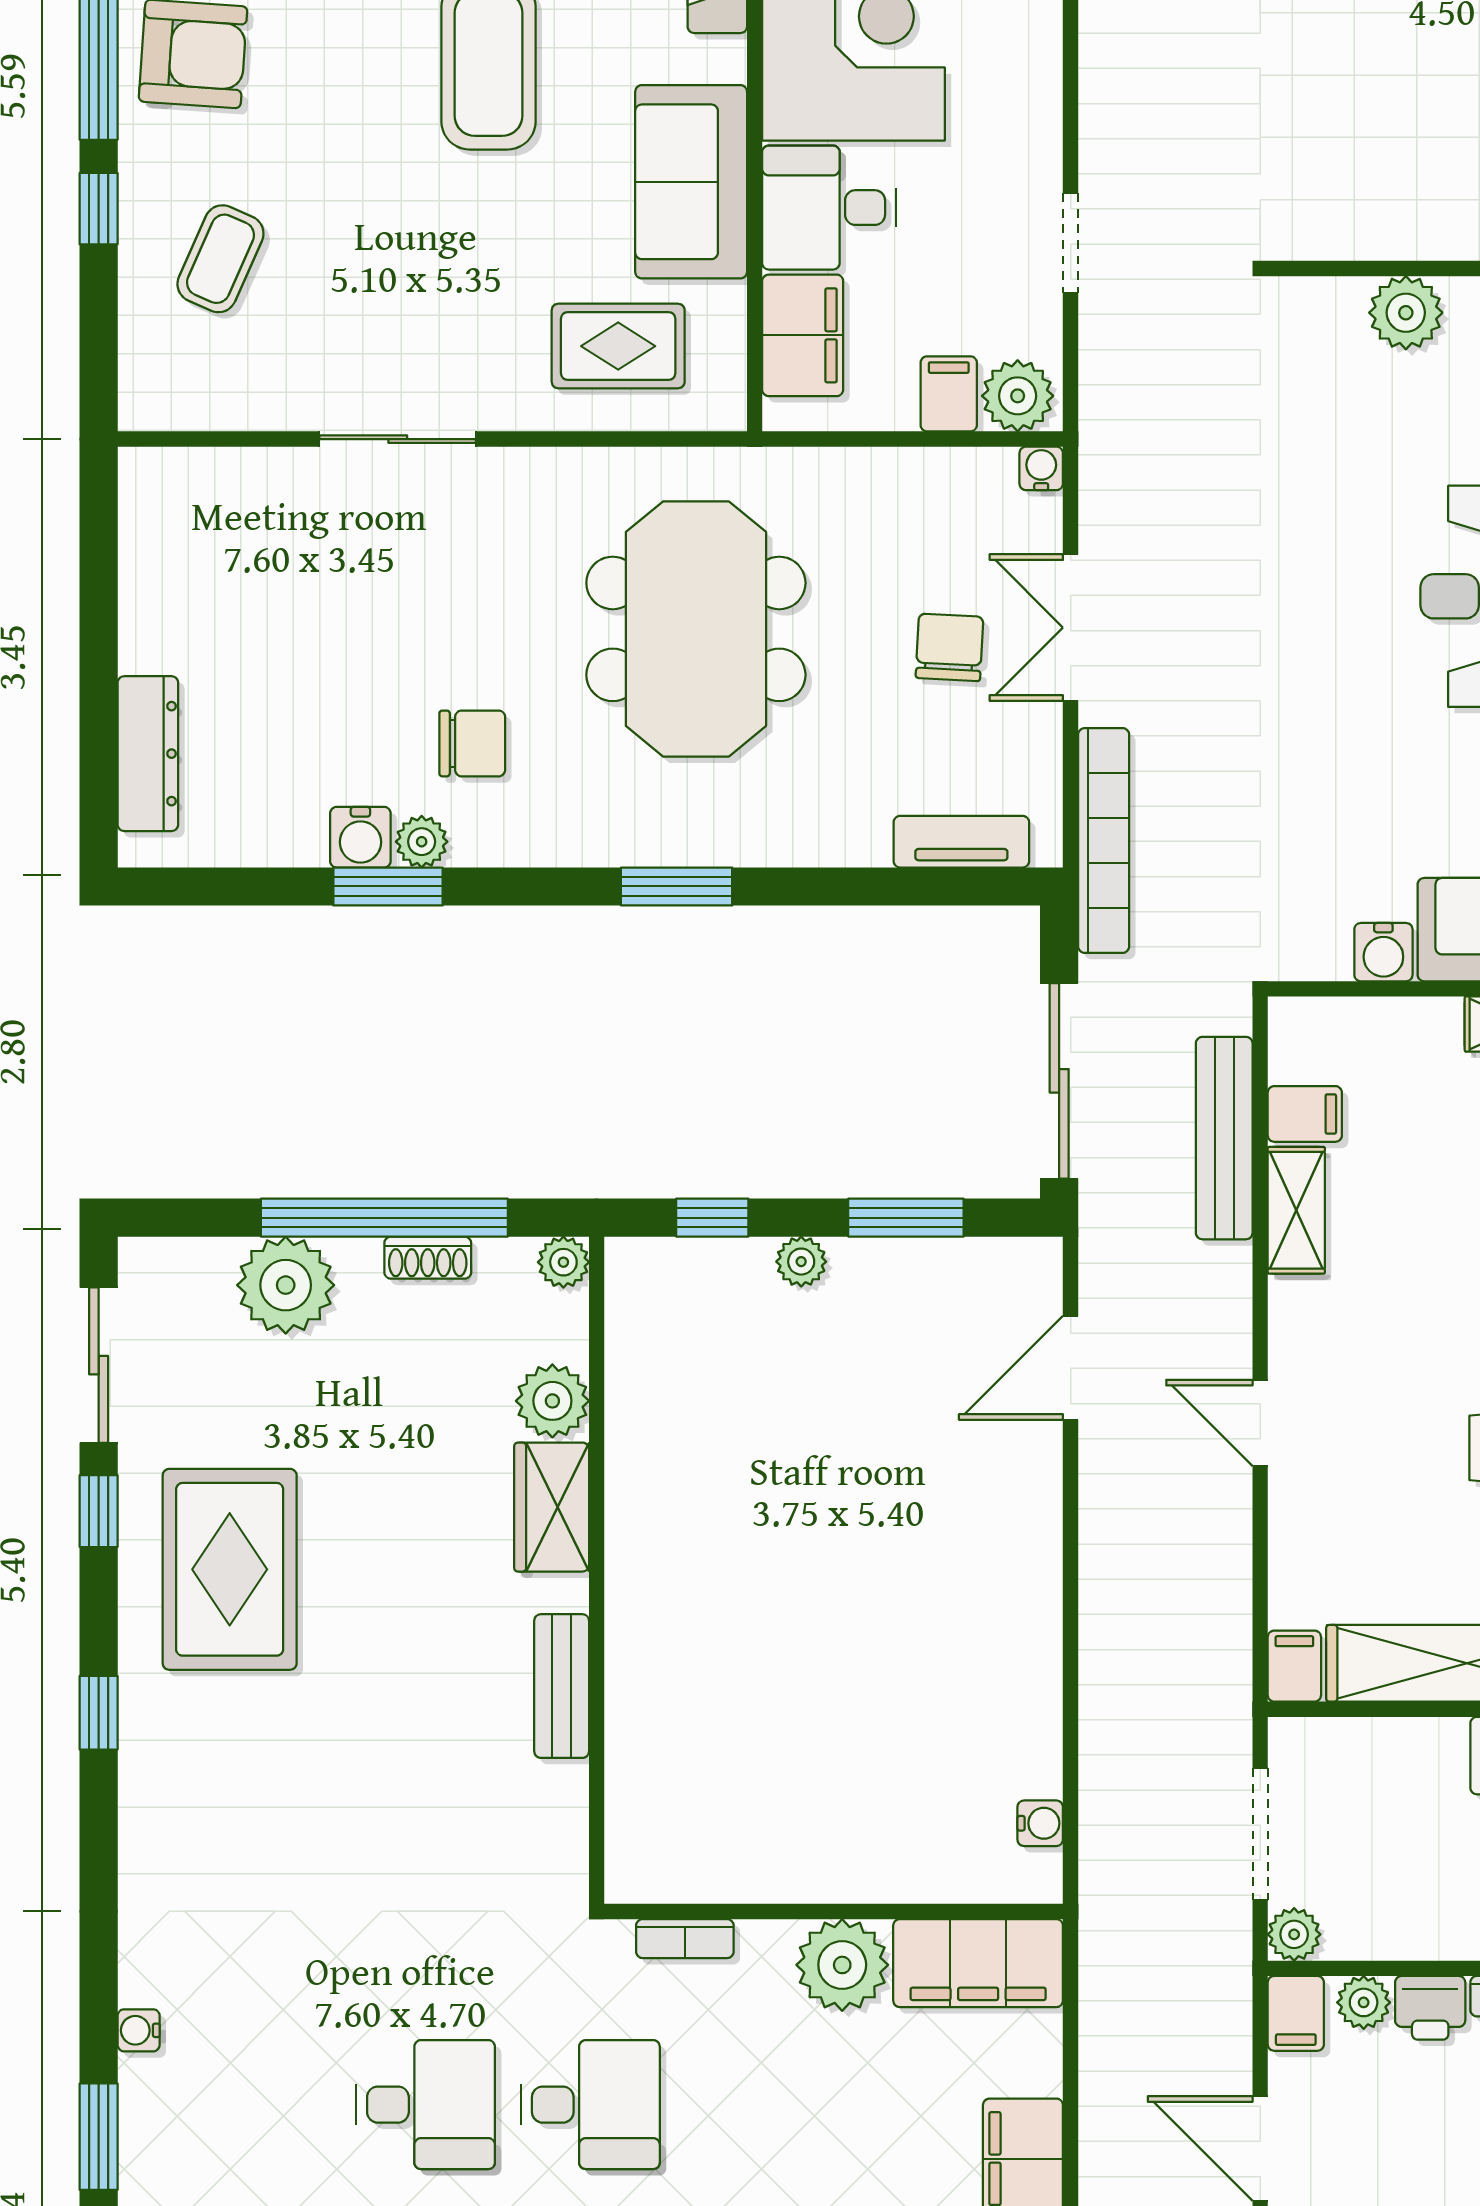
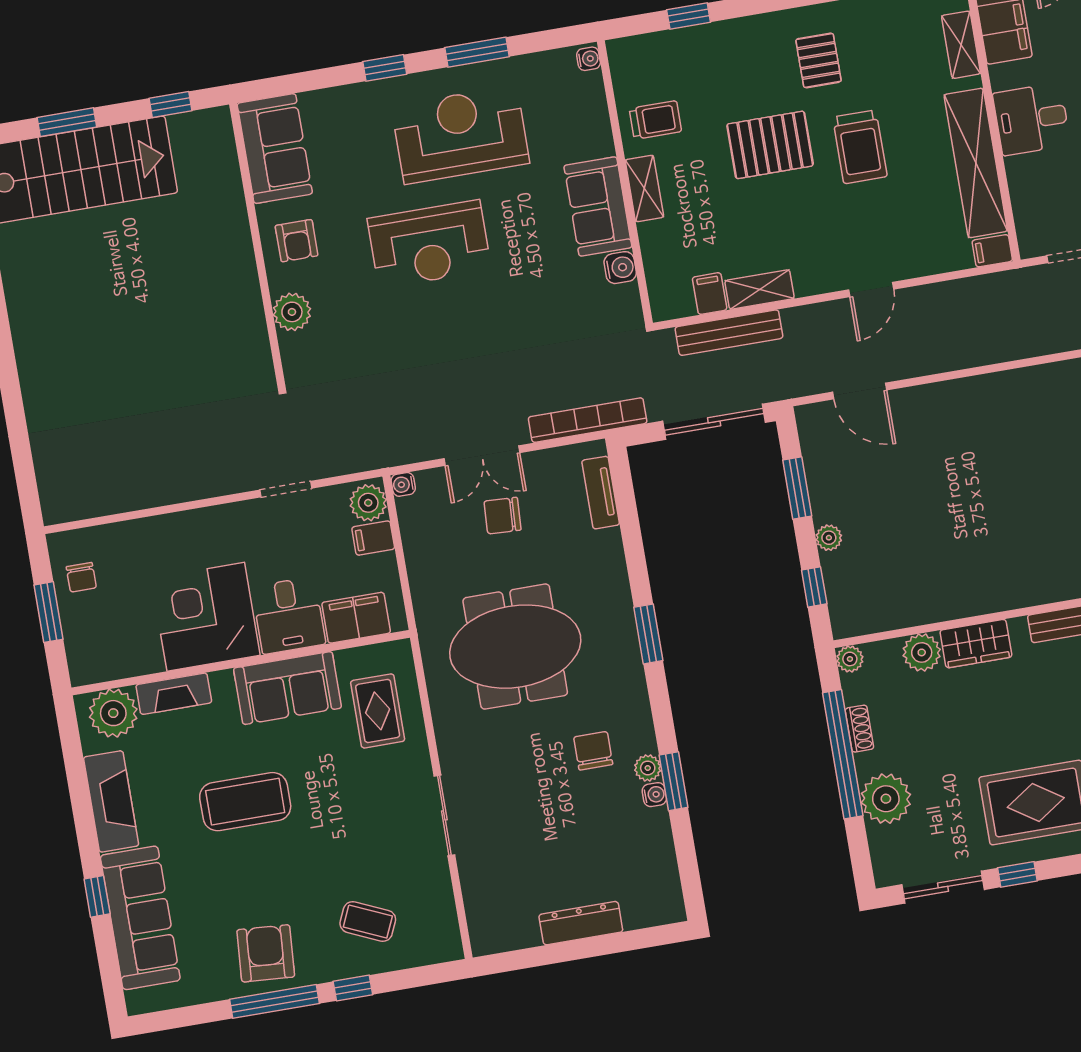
dresser: (148, 754) -> (581, 923), moved
water cooler: (360, 837) -> (654, 795), width x0.72, depth x0.72

